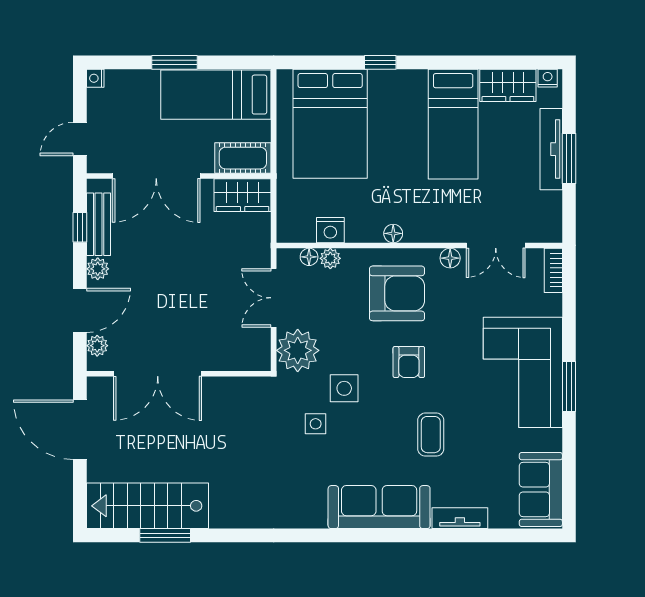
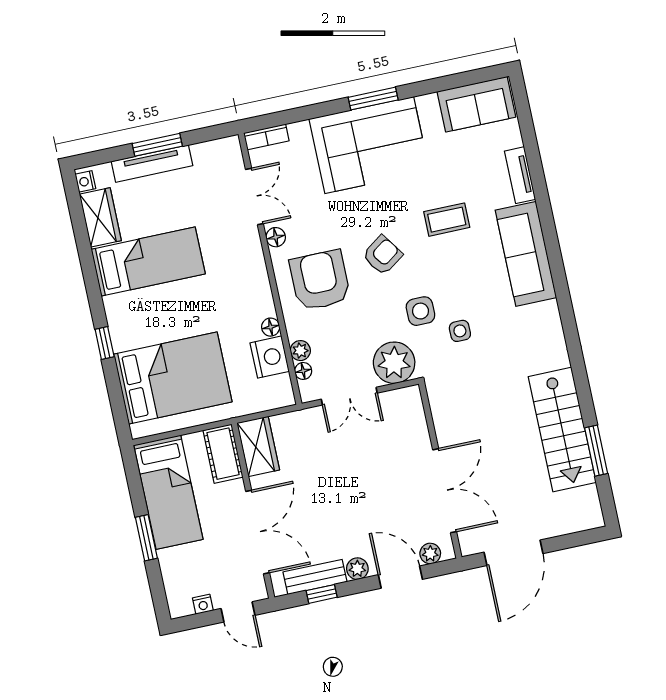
nightstand: (95, 78) -> (203, 604), moved
nightstand: (330, 230) -> (270, 357), width x1.36, depth x1.33
floor lamp: (393, 233) -> (271, 327), moved
armchair: (409, 362) -> (382, 255), turned -35
stairs: (147, 506) -> (562, 429), moved

